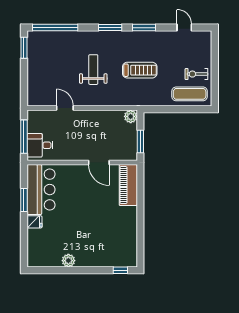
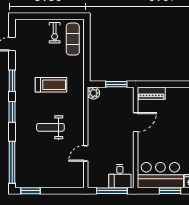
treadmill: (140, 70) -> (51, 85), turned 90
piano: (128, 185) -> (151, 93), width x0.73, depth x0.75

